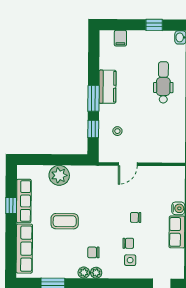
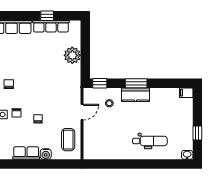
filing cabinet: (120, 38) -> (186, 93), moved
kitchen counter: (107, 87) -> (135, 95), moved
window: (93, 129) -> (100, 83), moved
door: (128, 164) -> (82, 112), swing flipped
coffee table: (65, 221) -> (68, 140), moved

